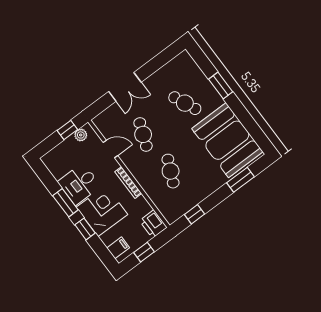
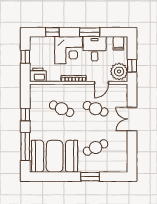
plant: (81, 135) -> (119, 71), width x1.88, depth x1.88
window: (240, 180) -> (25, 146), width x1.44
window: (195, 214) -> (25, 115), moved
window: (85, 229) -> (52, 32), moved
filing cabinet: (118, 248) -> (118, 43), moved

